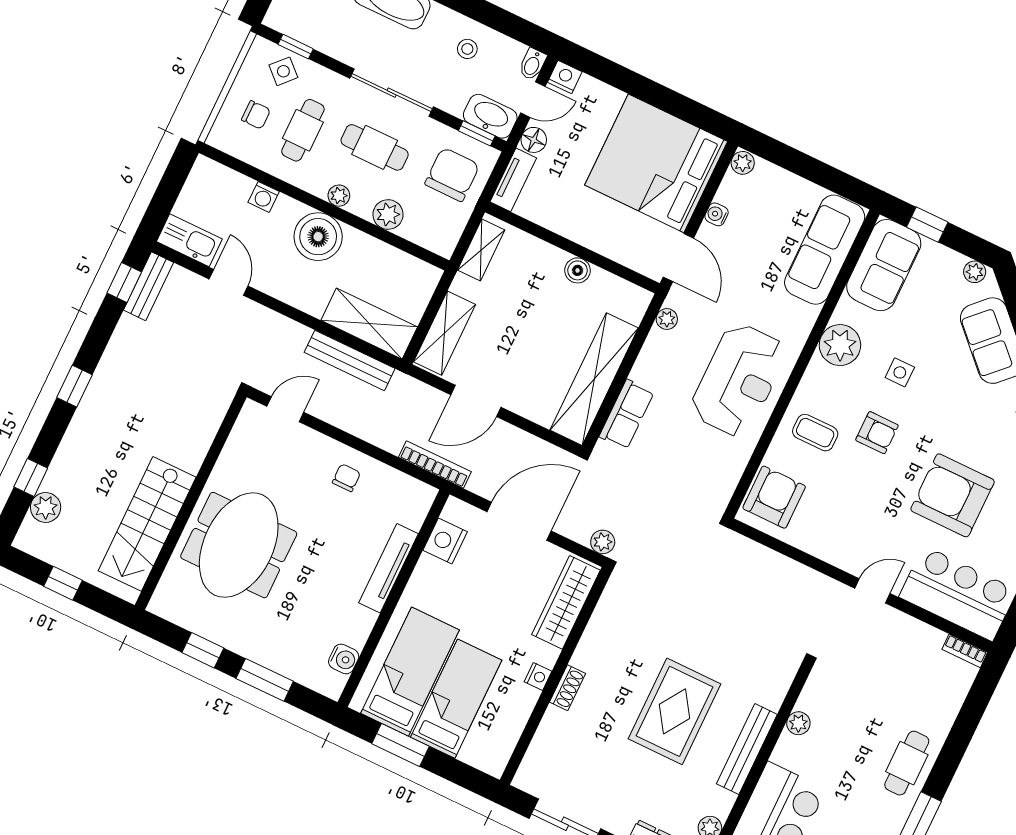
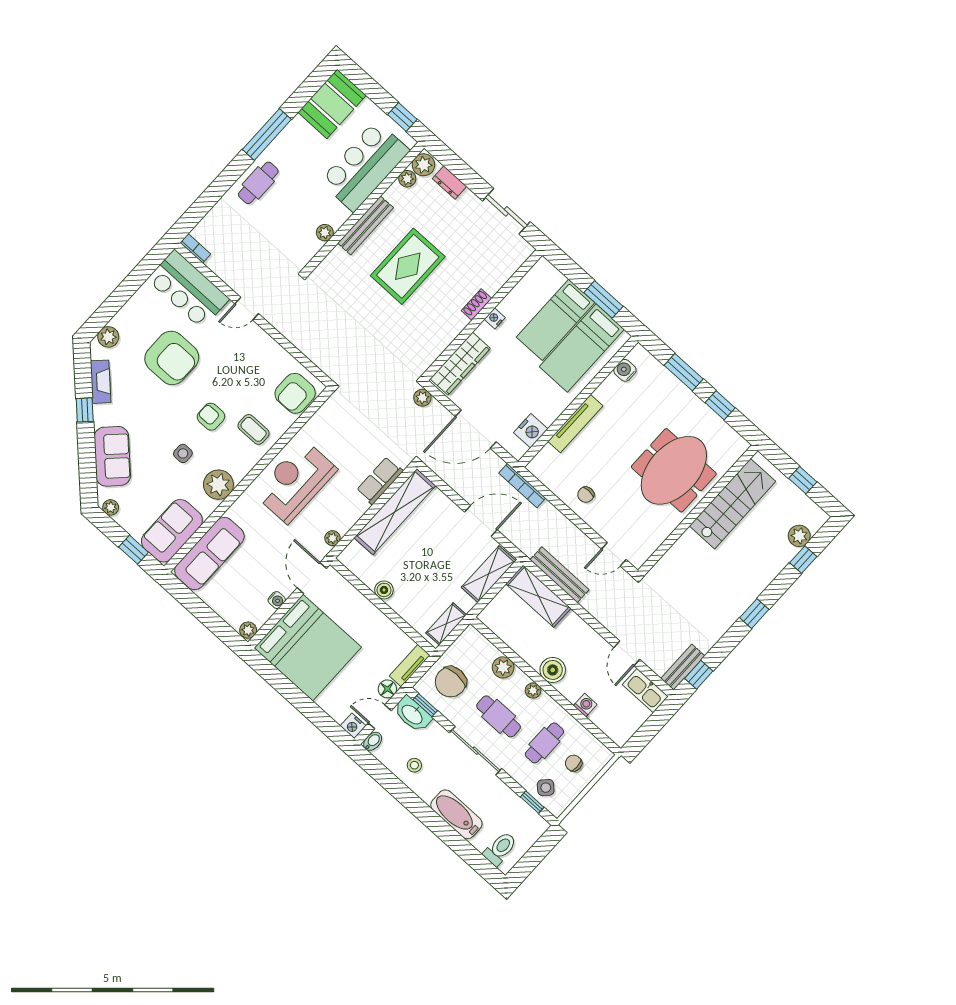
boiler: (318, 237) -> (553, 670), width x0.73, depth x0.73

